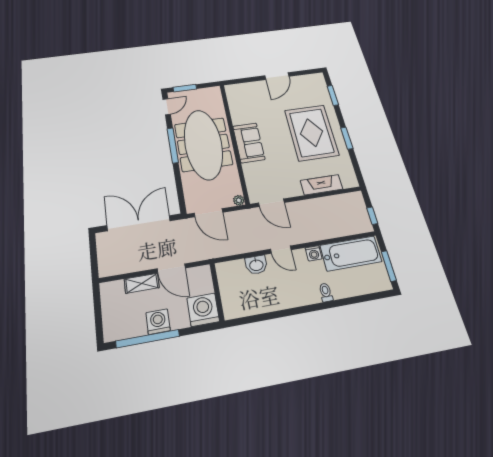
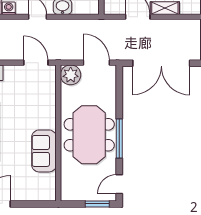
sofa: (249, 143) -> (44, 151), moved
meeting table: (203, 144) -> (89, 135), width x0.73
plant: (239, 200) -> (71, 75), width x1.88, depth x1.88

